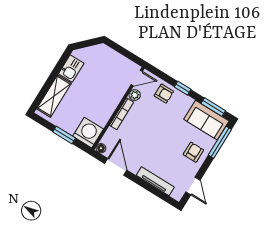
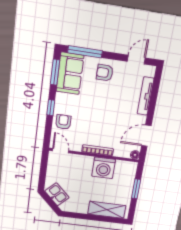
kitchen sink: (71, 69) -> (57, 194), moved, turned 45
plant: (135, 95) -> (76, 146), removed
washing machine: (88, 133) -> (104, 168), moved, turned -90

